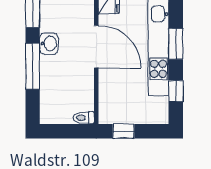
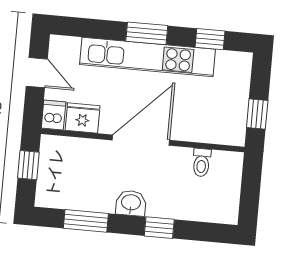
window: (33, 66) -> (159, 228), width x0.46
toilet: (84, 118) -> (201, 163), moved

